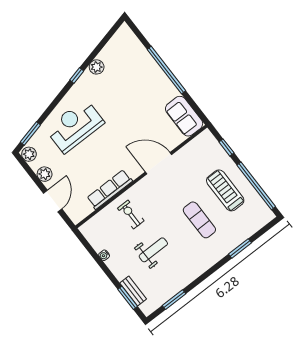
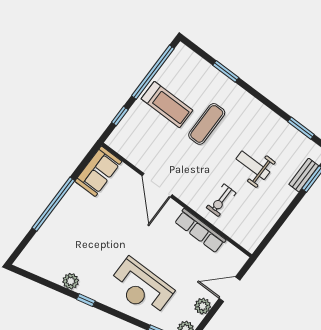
treadmill: (225, 190) -> (167, 105), turned -90
water cooler: (104, 255) -> (273, 217), removed

